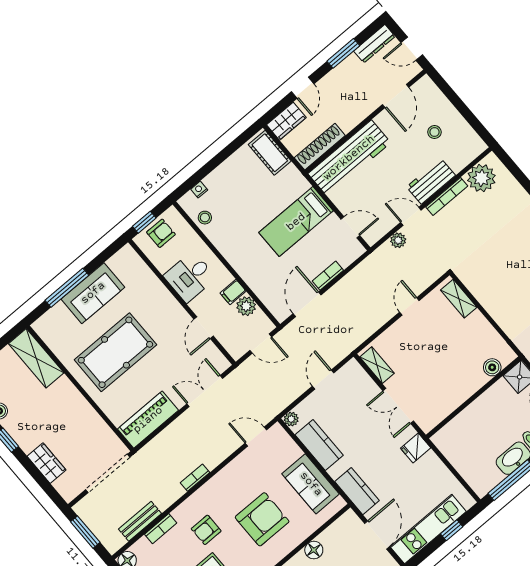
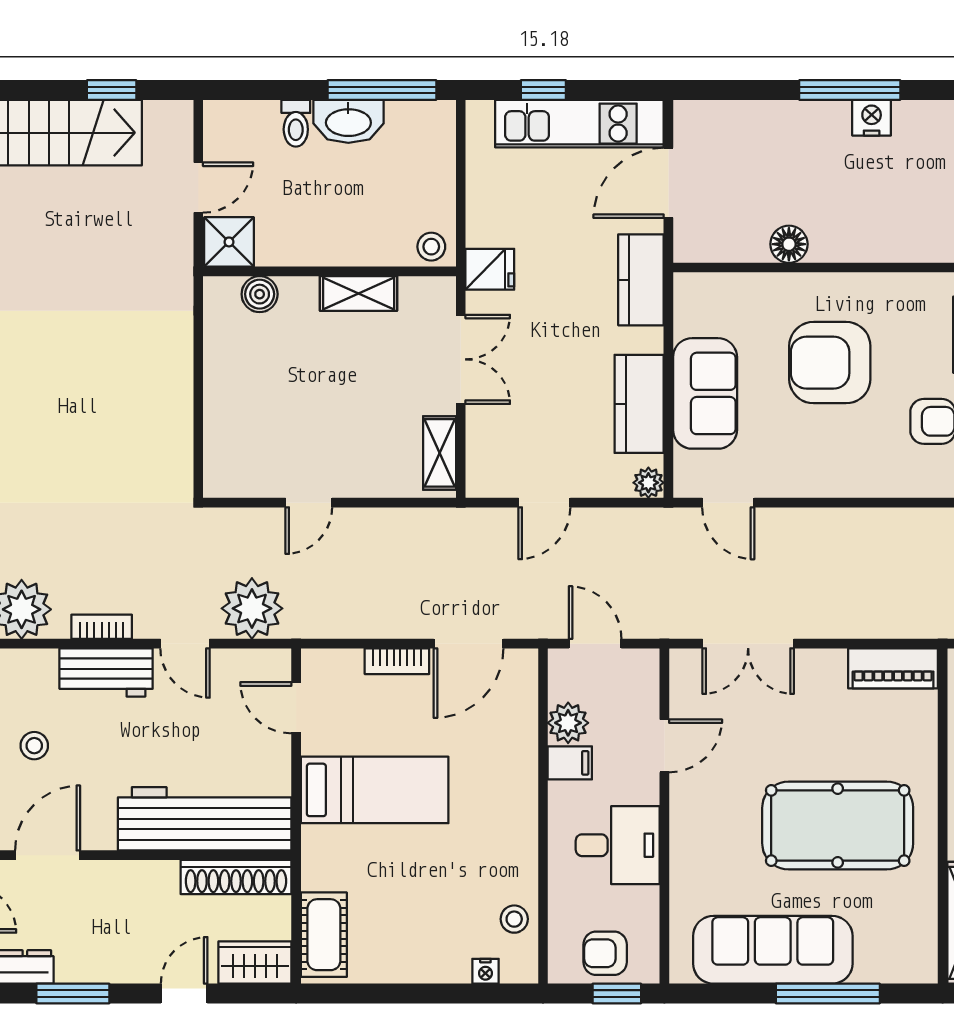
bookcase: (447, 196) -> (102, 627), width x0.64
plant: (398, 240) -> (252, 608), width x1.87, depth x1.87
sofa: (93, 293) -> (773, 950), width x1.36
shelving: (459, 299) -> (359, 293), moved, turned 90
piano: (148, 420) -> (893, 668), width x0.73, depth x0.75
stool: (444, 438) -> (431, 247), added
bookcase: (195, 478) -> (880, 519), removed
sofa: (311, 484) -> (705, 393), moved

